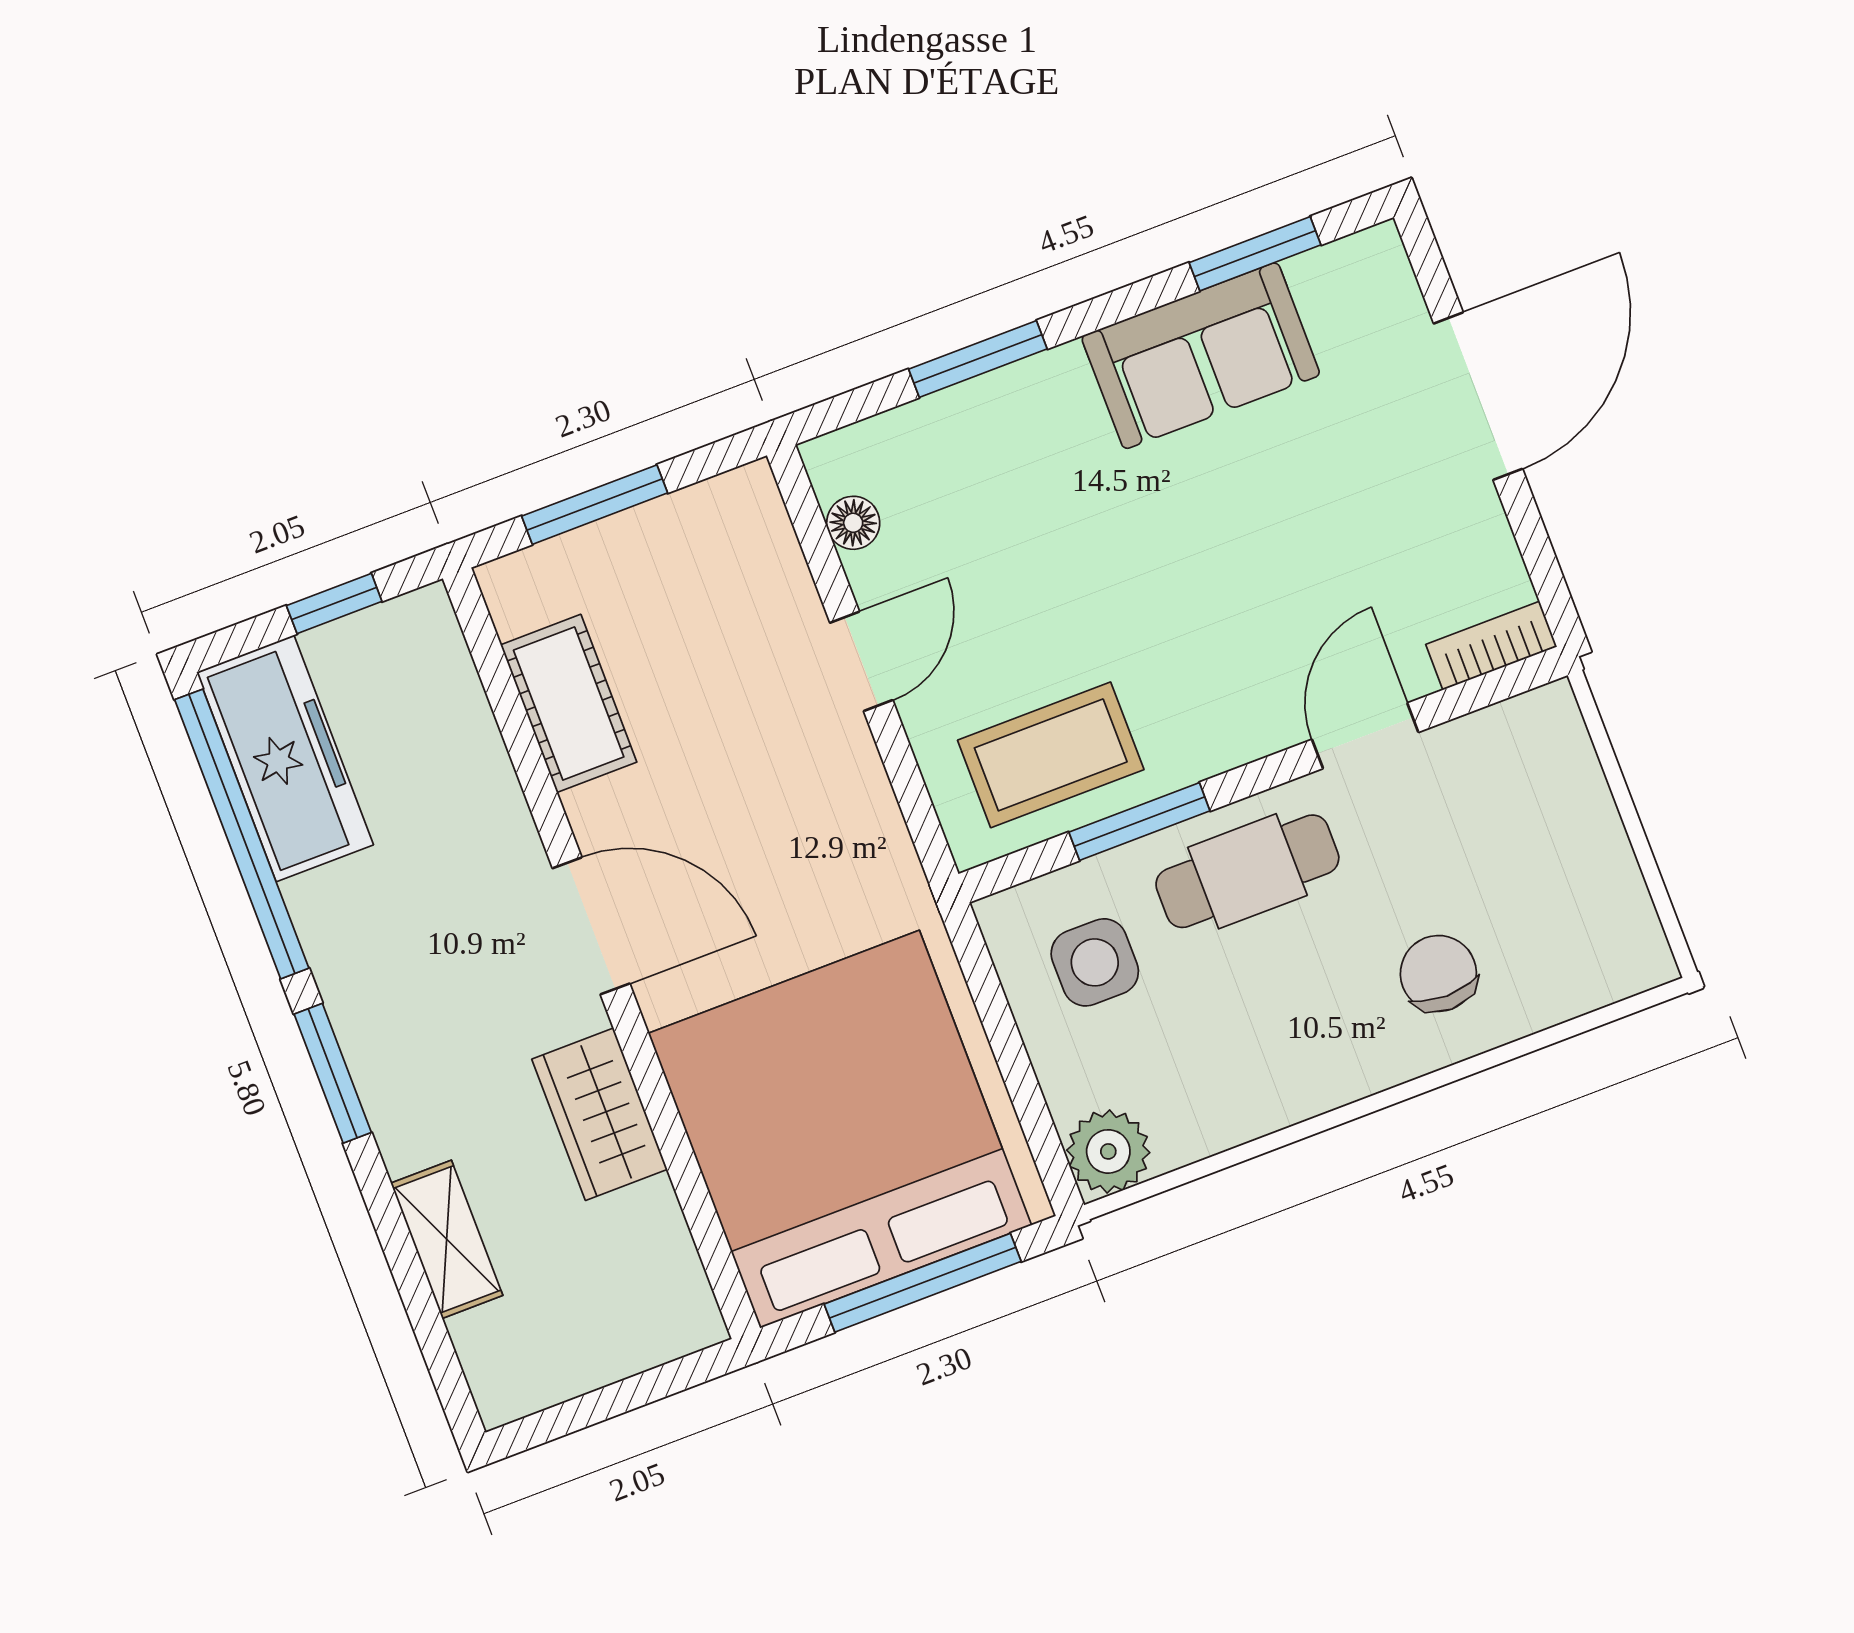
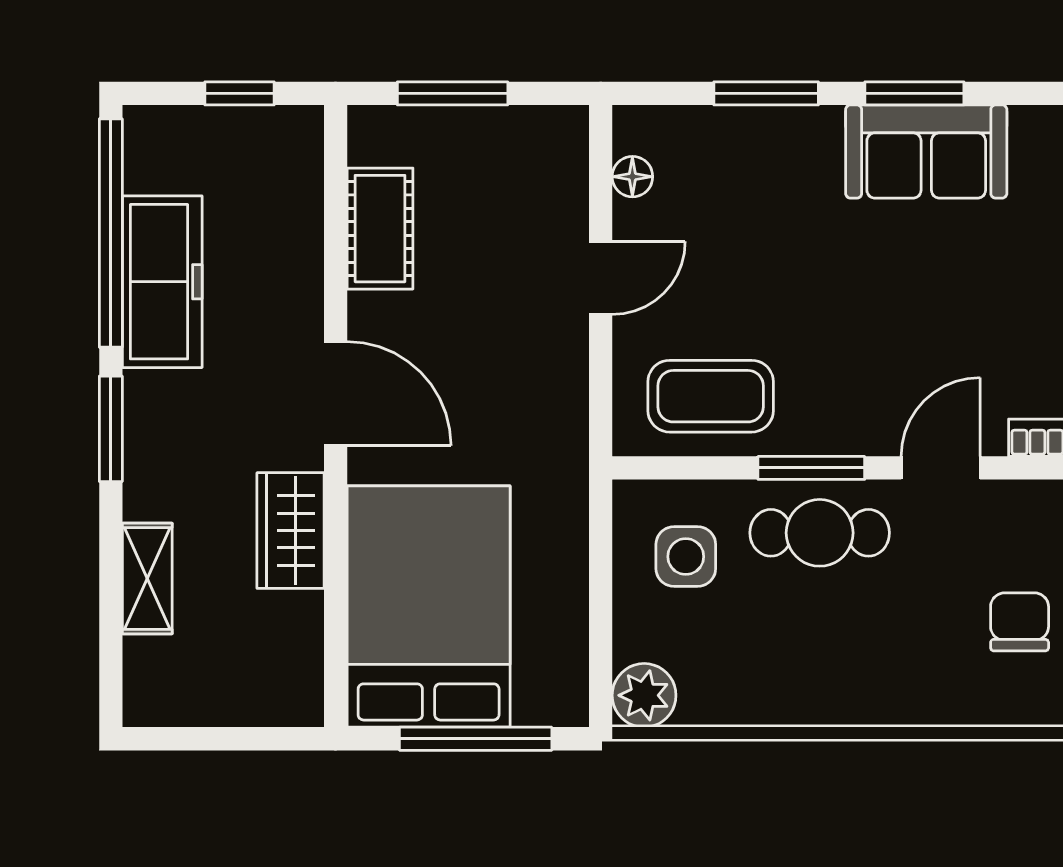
window: (1255, 254) -> (914, 93), moved
freezer: (285, 758) -> (162, 282), moved
window: (1139, 822) -> (811, 468), moved
chair: (1438, 974) -> (1020, 622), moved
bed: (840, 1129) -> (429, 607), width x0.73

